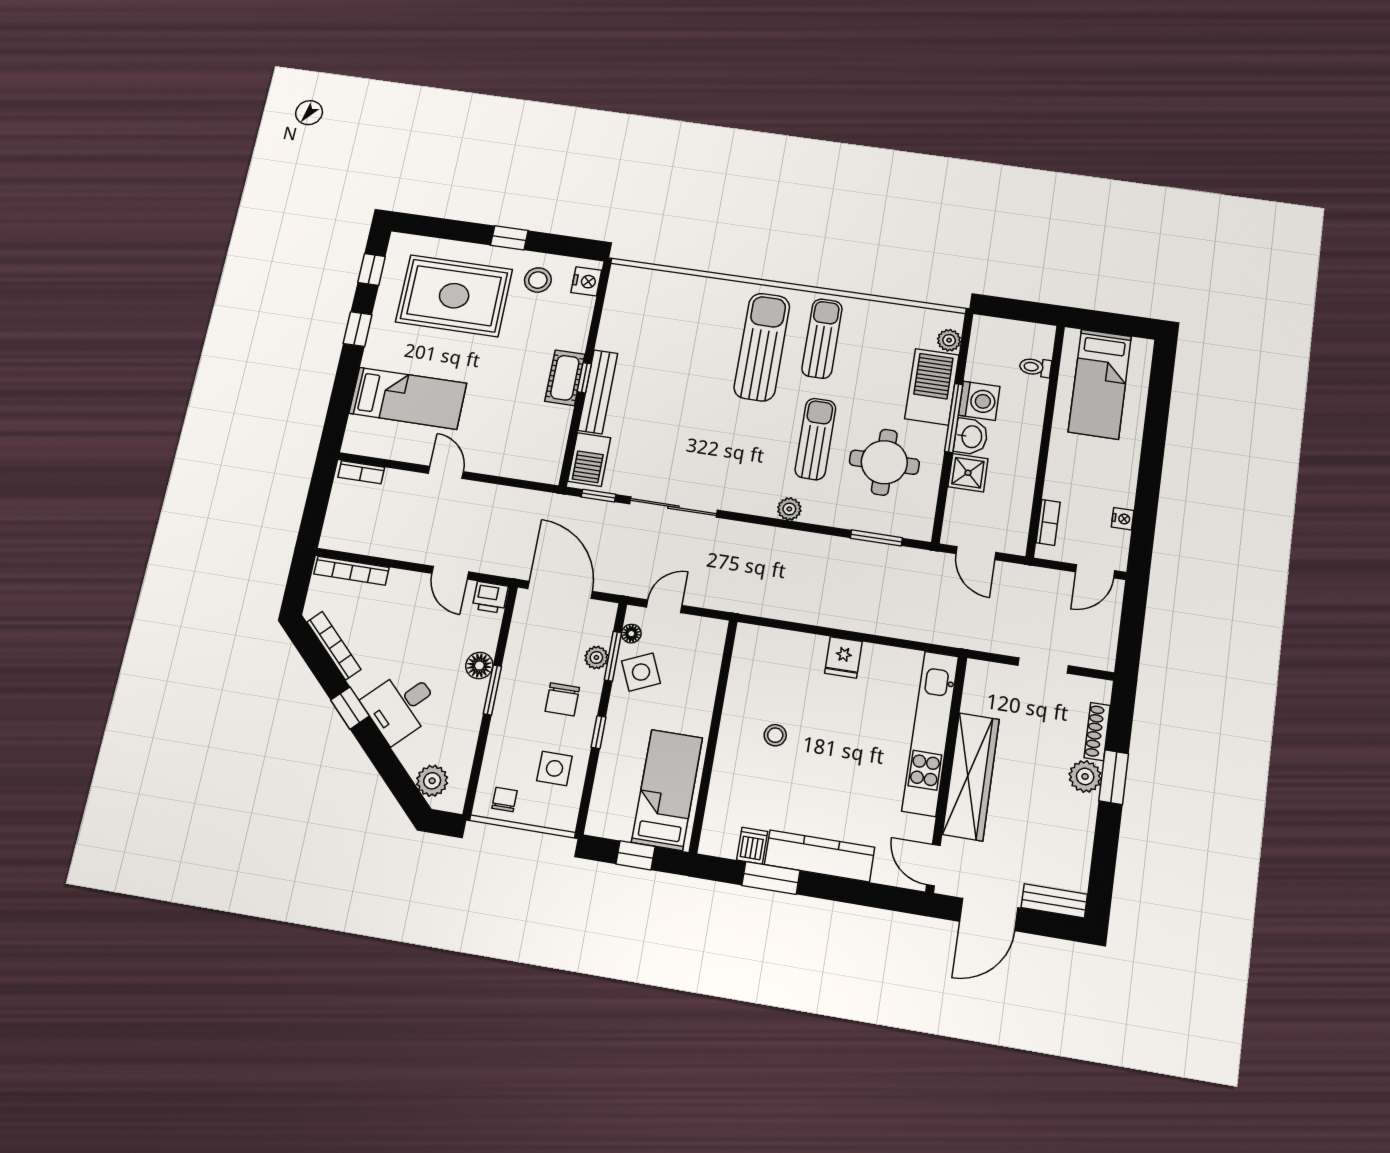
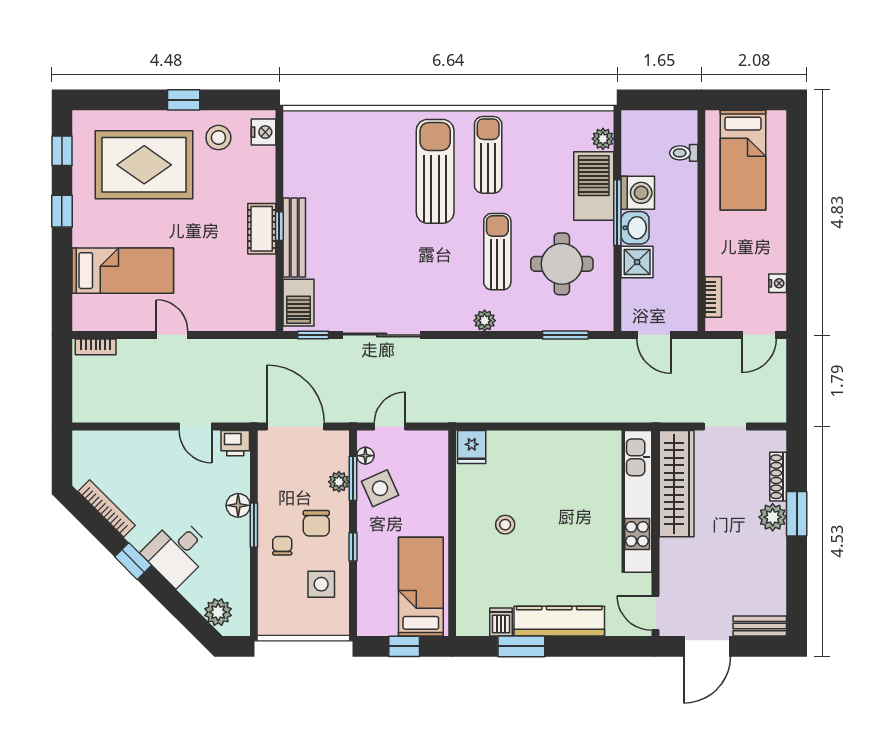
bookcase: (351, 571) -> (107, 439), removed
fridge: (843, 657) -> (472, 447), moved
wardrobe: (971, 777) -> (677, 484), moved
chair: (505, 799) -> (282, 546), moved

